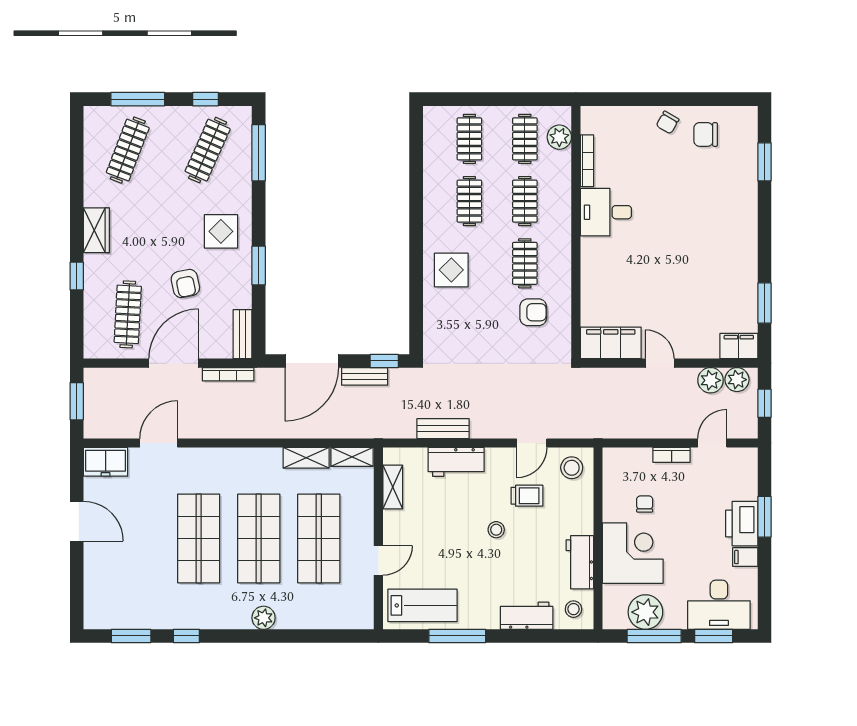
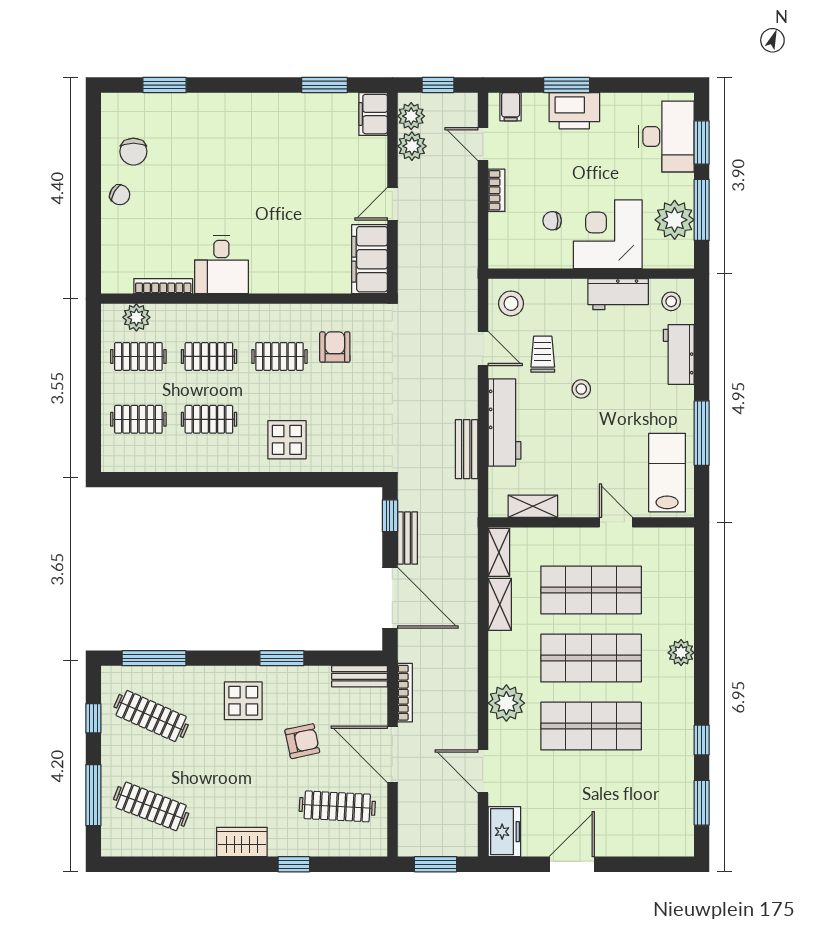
workbench: (456, 462) -> (504, 422), width x1.38
plant: (219, 464) -> (506, 703), added
filing cabinet: (745, 557) -> (511, 107), moved

